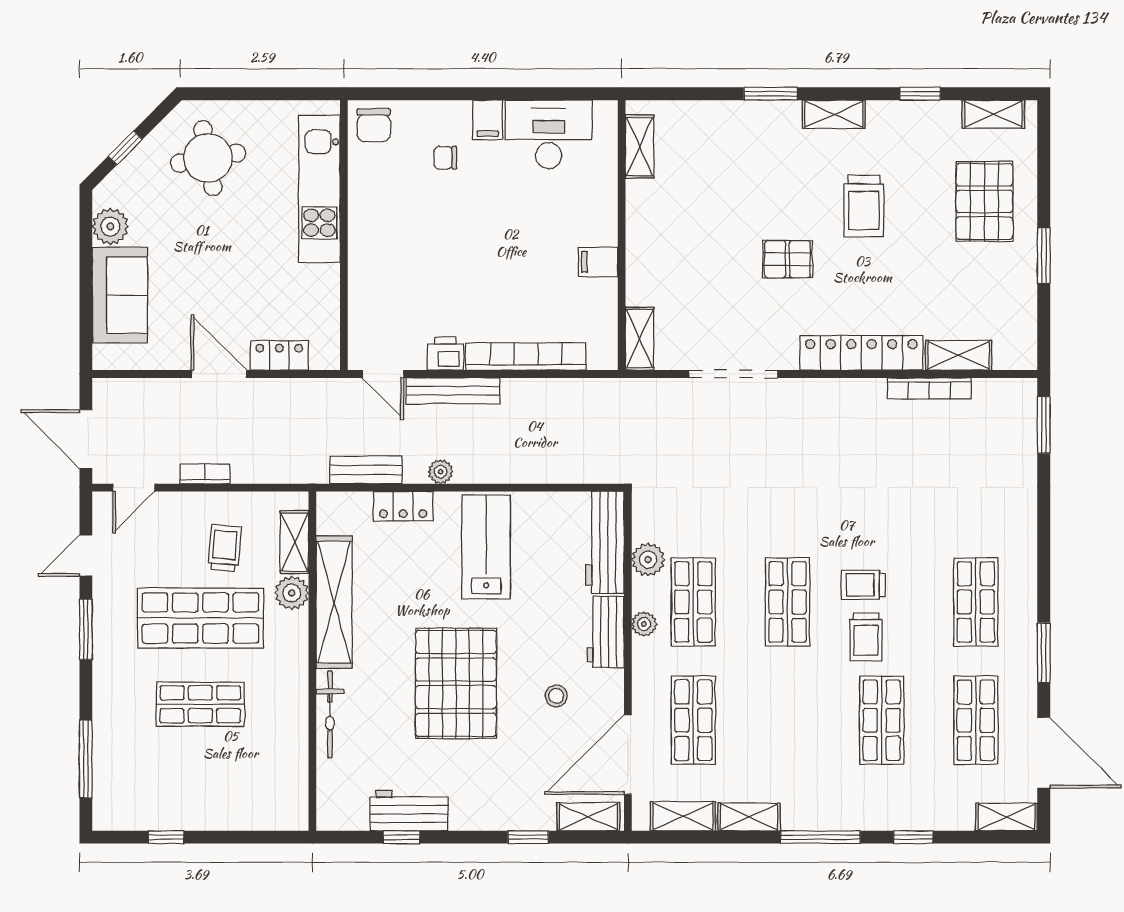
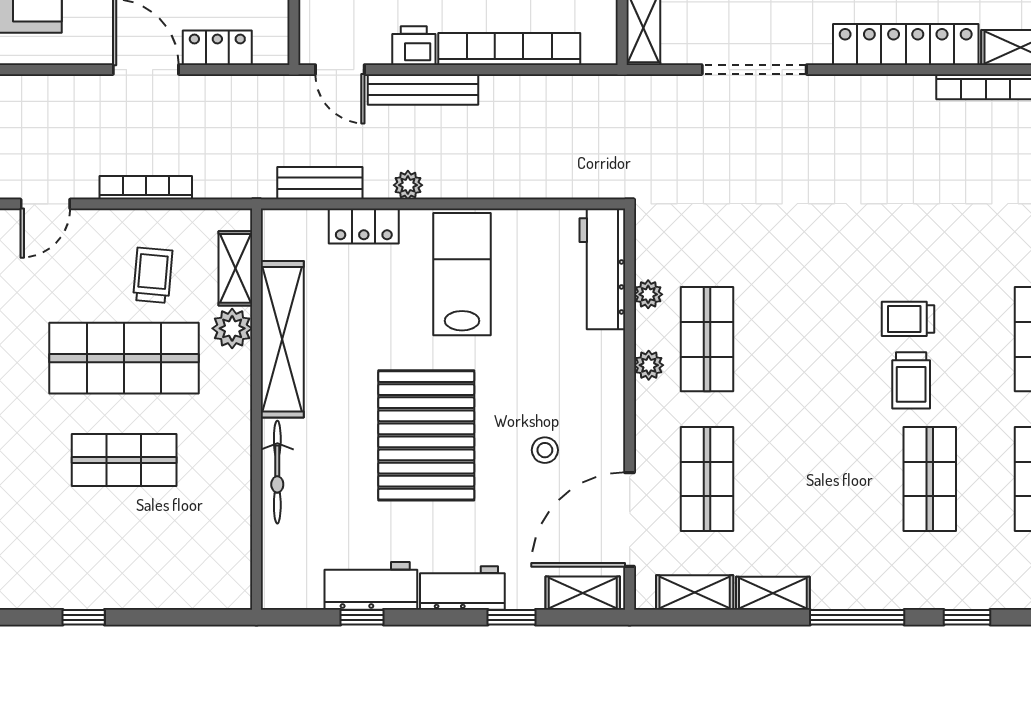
bookcase: (205, 474) -> (146, 188), width x1.56
plant: (648, 560) -> (648, 294), width x0.73, depth x0.73
shop shelf: (787, 602) -> (818, 339), removed
workbench: (606, 632) -> (462, 588), moved, turned 90

